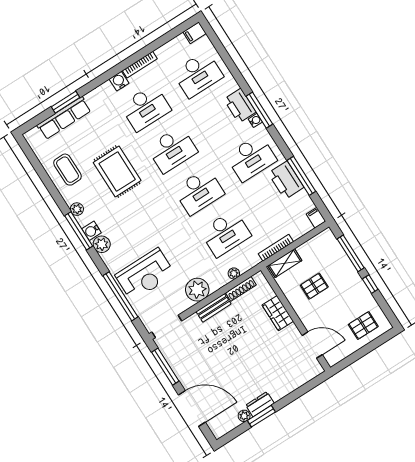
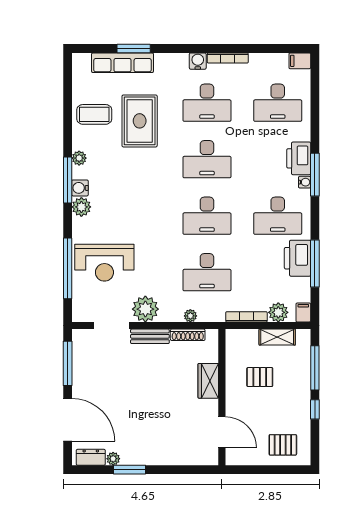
coffee table: (67, 170) -> (94, 114), turned 90
rug: (117, 172) -> (140, 121), moved
plant: (297, 229) -> (278, 312), added
shelving: (285, 263) -> (277, 337), moved
doorway: (167, 326) -> (111, 326), moved
dresser: (260, 404) -> (91, 457), moved

